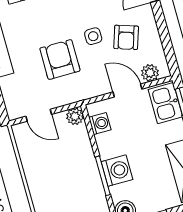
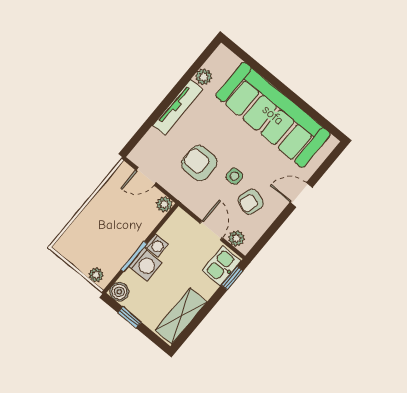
armchair: (60, 60) -> (199, 163), turned -90
door: (39, 115) -> (146, 176), hinge flipped
washing machine: (100, 124) -> (157, 245), moved

